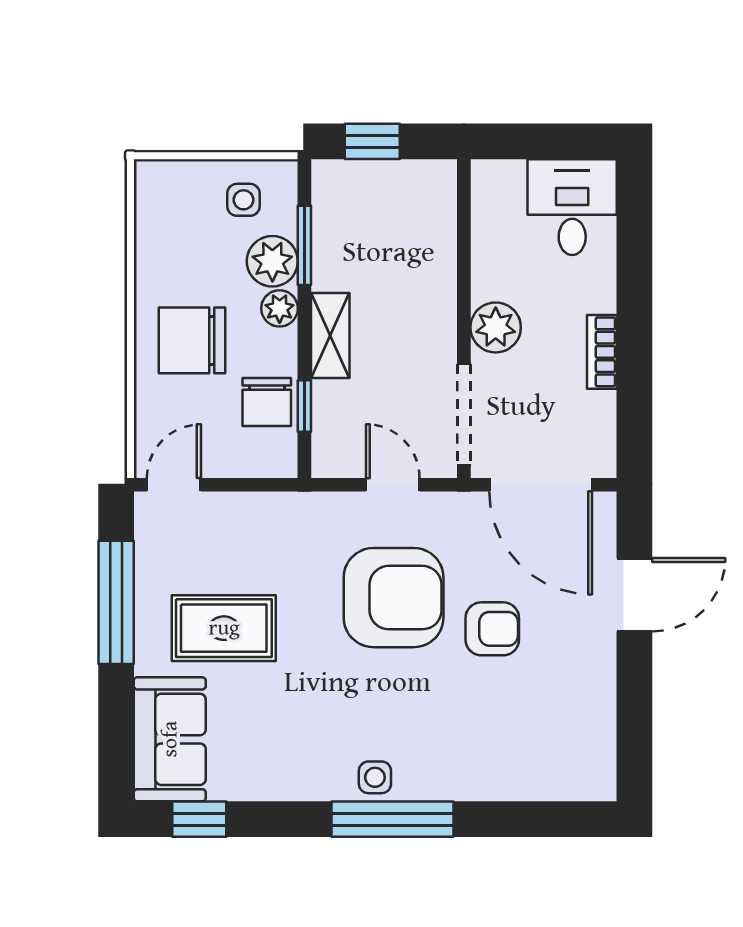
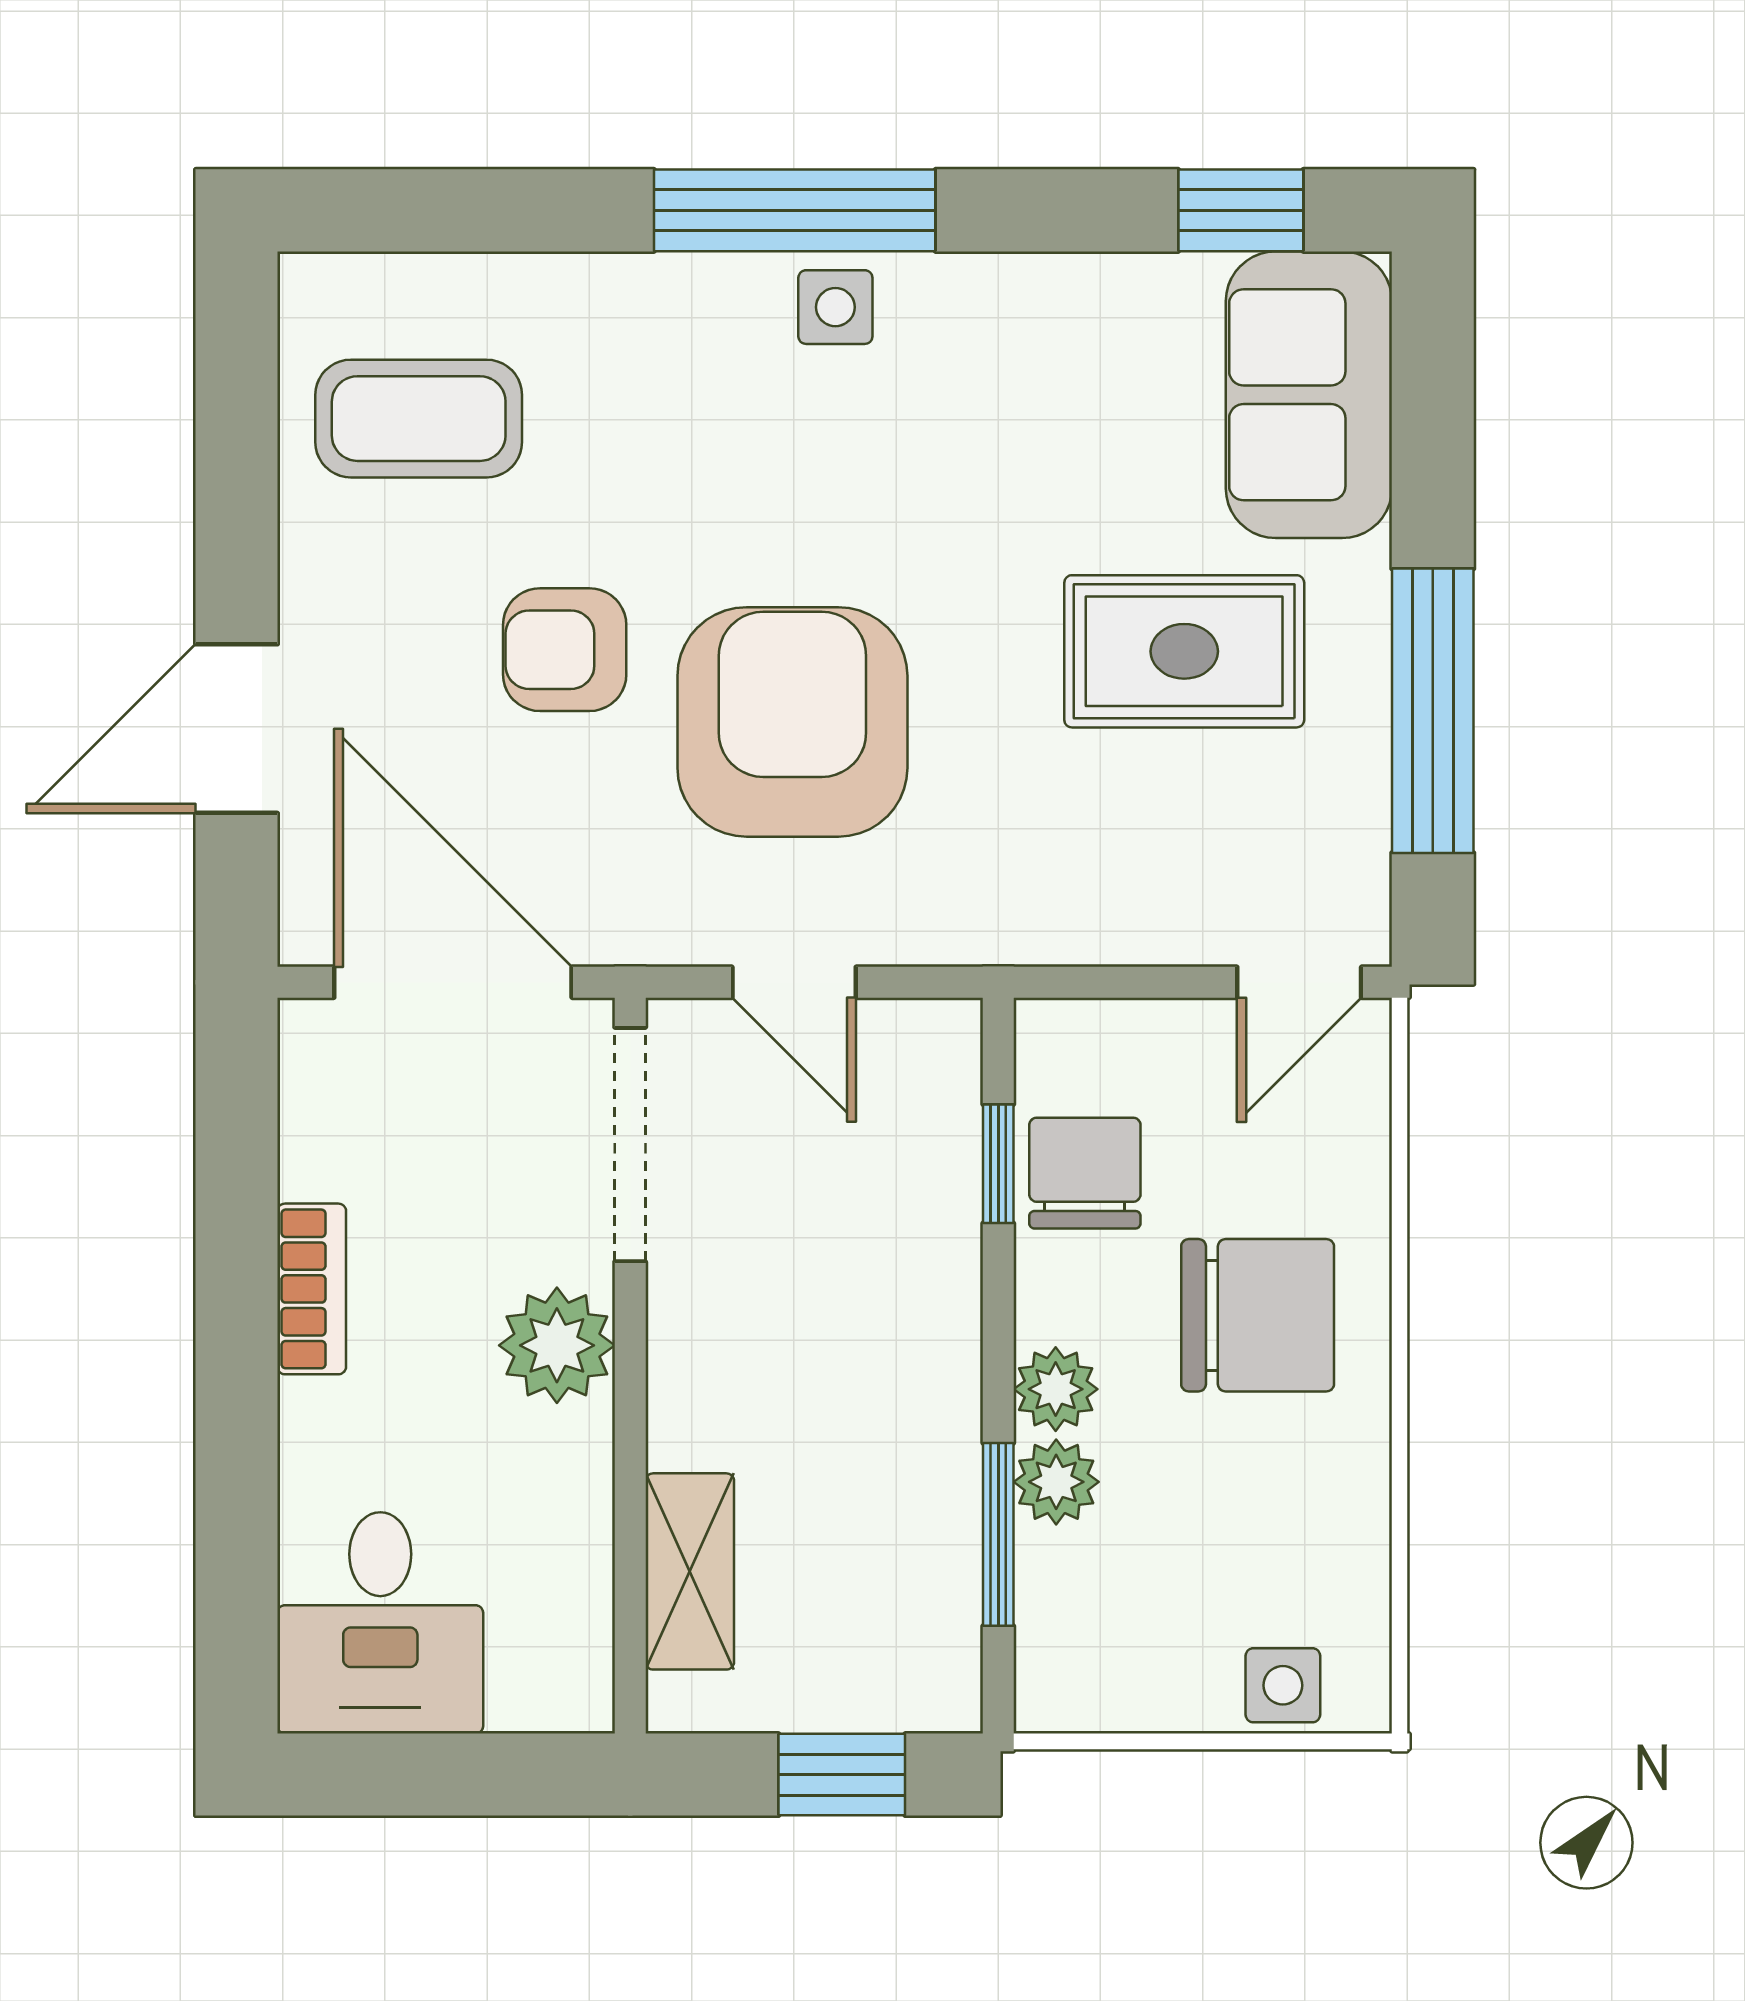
side table: (243, 200) -> (1283, 1685), moved
plant: (272, 261) -> (1056, 1482), width x0.73, depth x0.73
shelving: (330, 336) -> (690, 1571), moved
armchair: (394, 598) -> (792, 722), turned 90
coffee table: (556, 729) -> (419, 419), added

